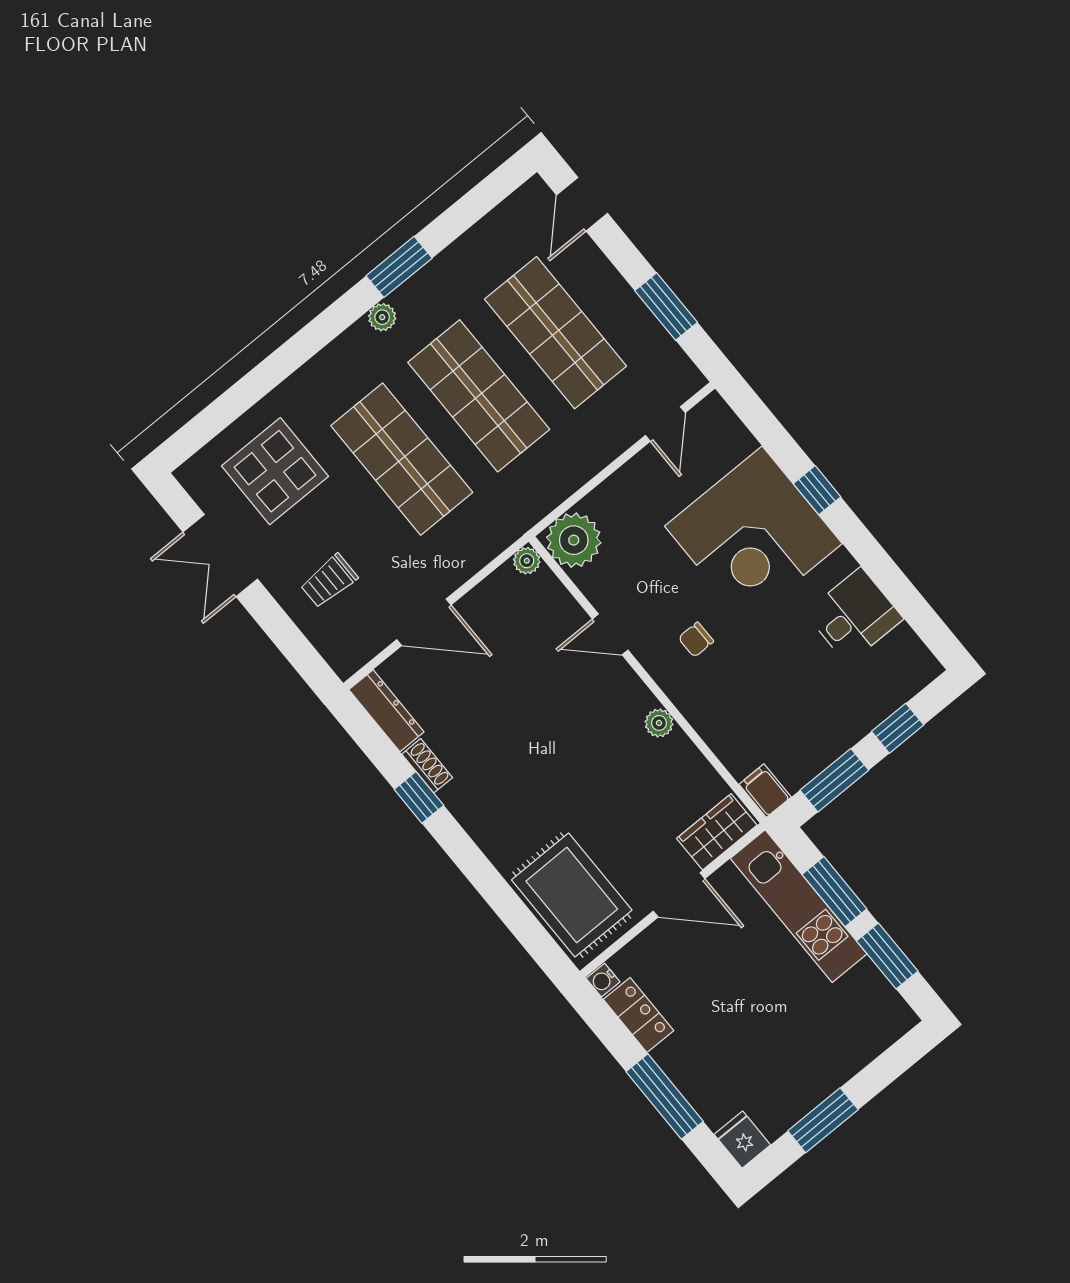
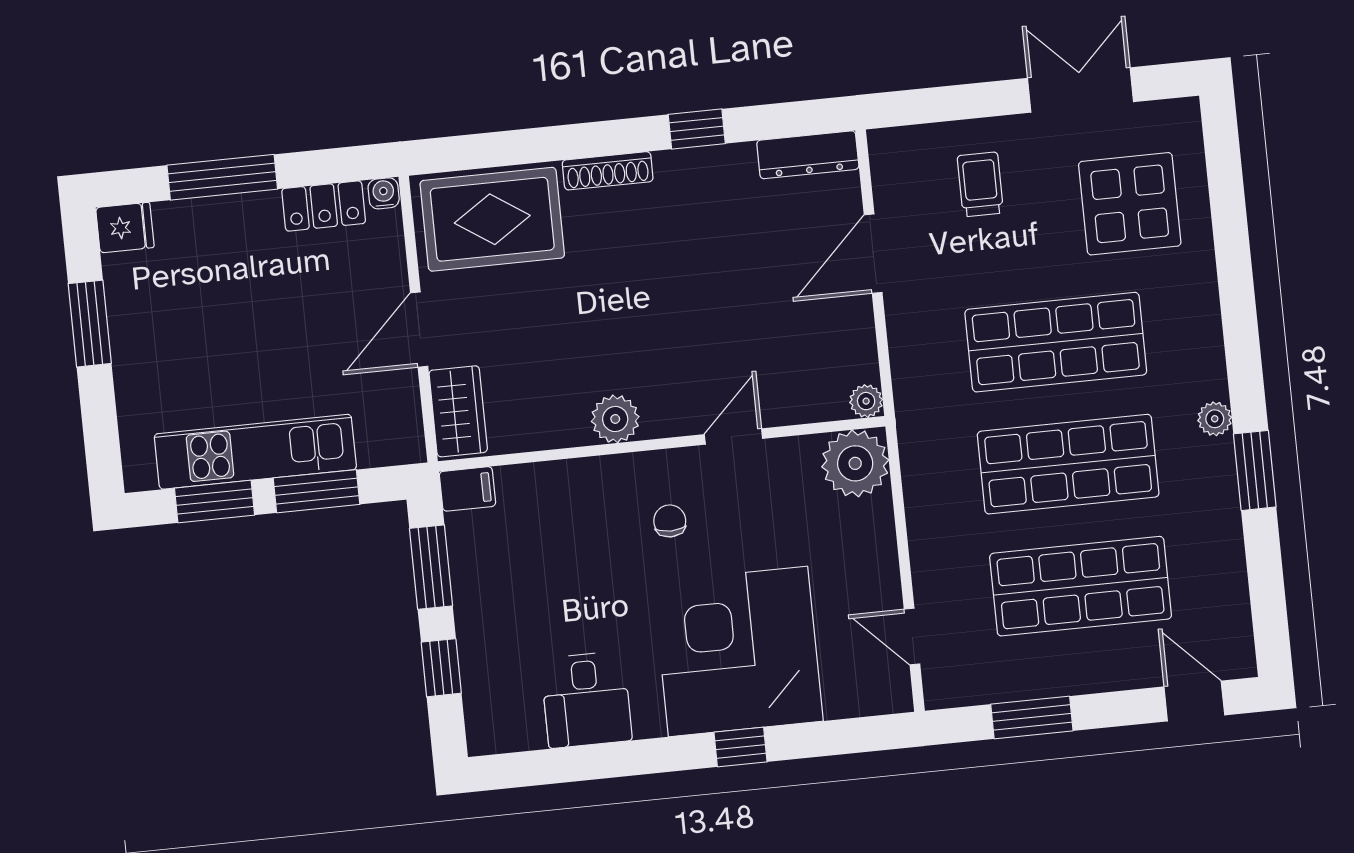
plant: (659, 723) -> (615, 419), width x1.38, depth x1.38
shoe rack: (427, 766) -> (608, 171), moved, width x1.43
kitchen unit: (799, 906) -> (255, 452), moved

